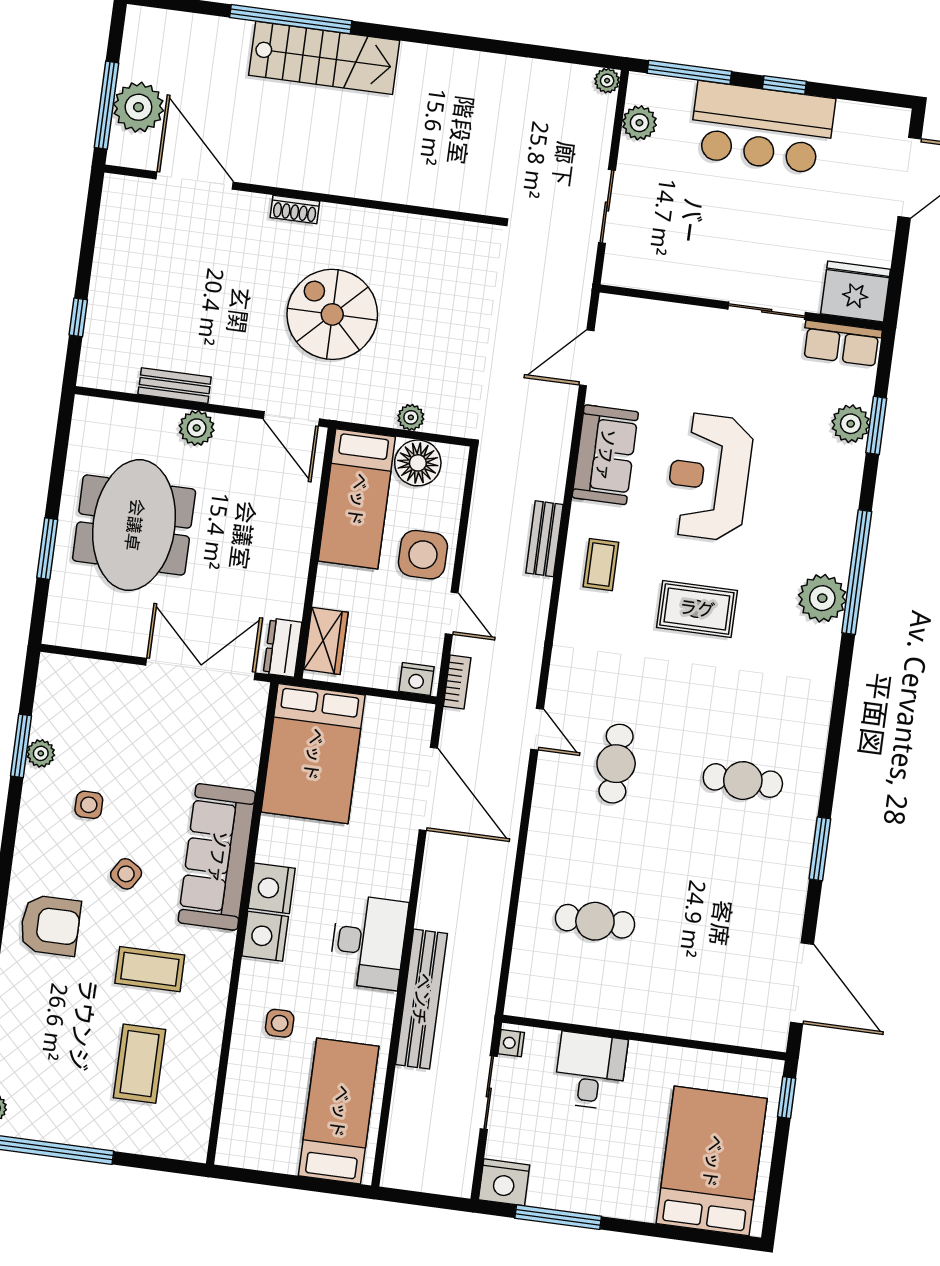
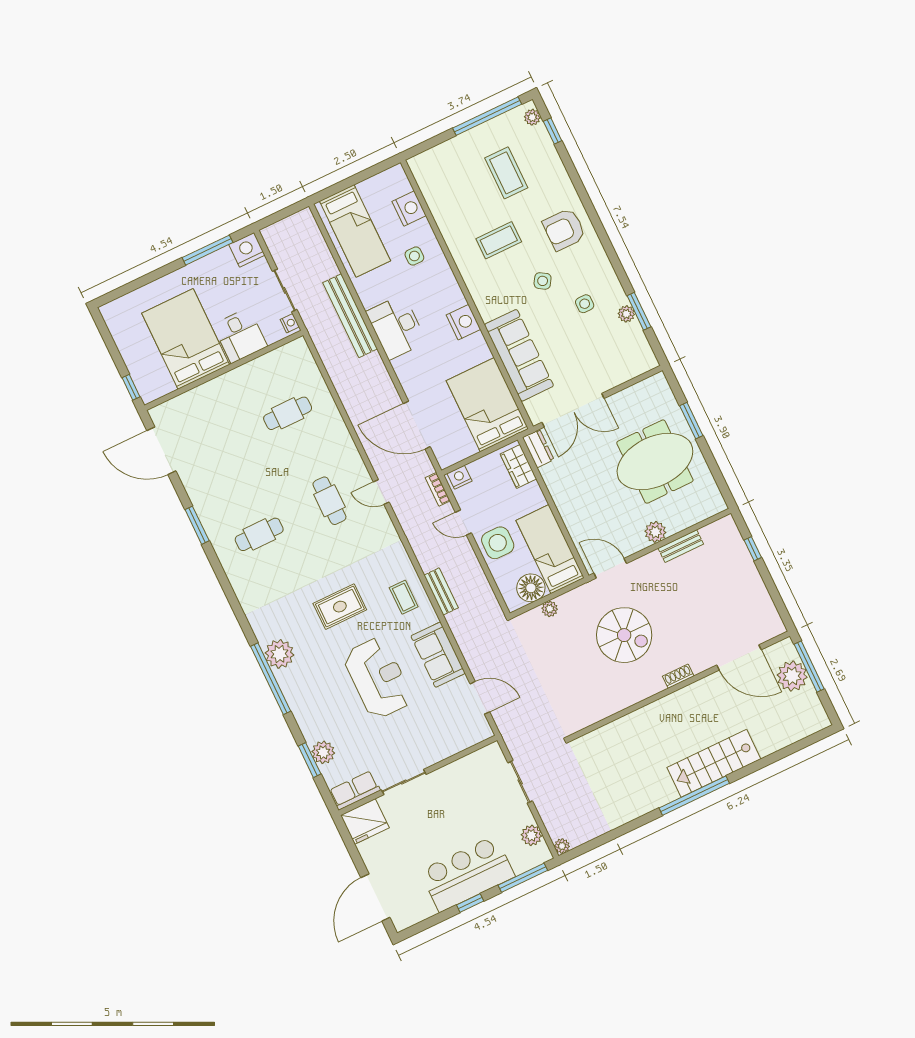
window: (291, 19) -> (694, 796), moved
door: (587, 358) -> (480, 698), hinge flipped
meeting table: (134, 525) -> (655, 462), turned 90
sofa: (217, 857) -> (519, 355), moved
nightstand: (265, 936) -> (409, 209), moved
coffee table: (139, 1064) -> (506, 173), moved
bed: (712, 1161) -> (186, 339), moved, turned 180

